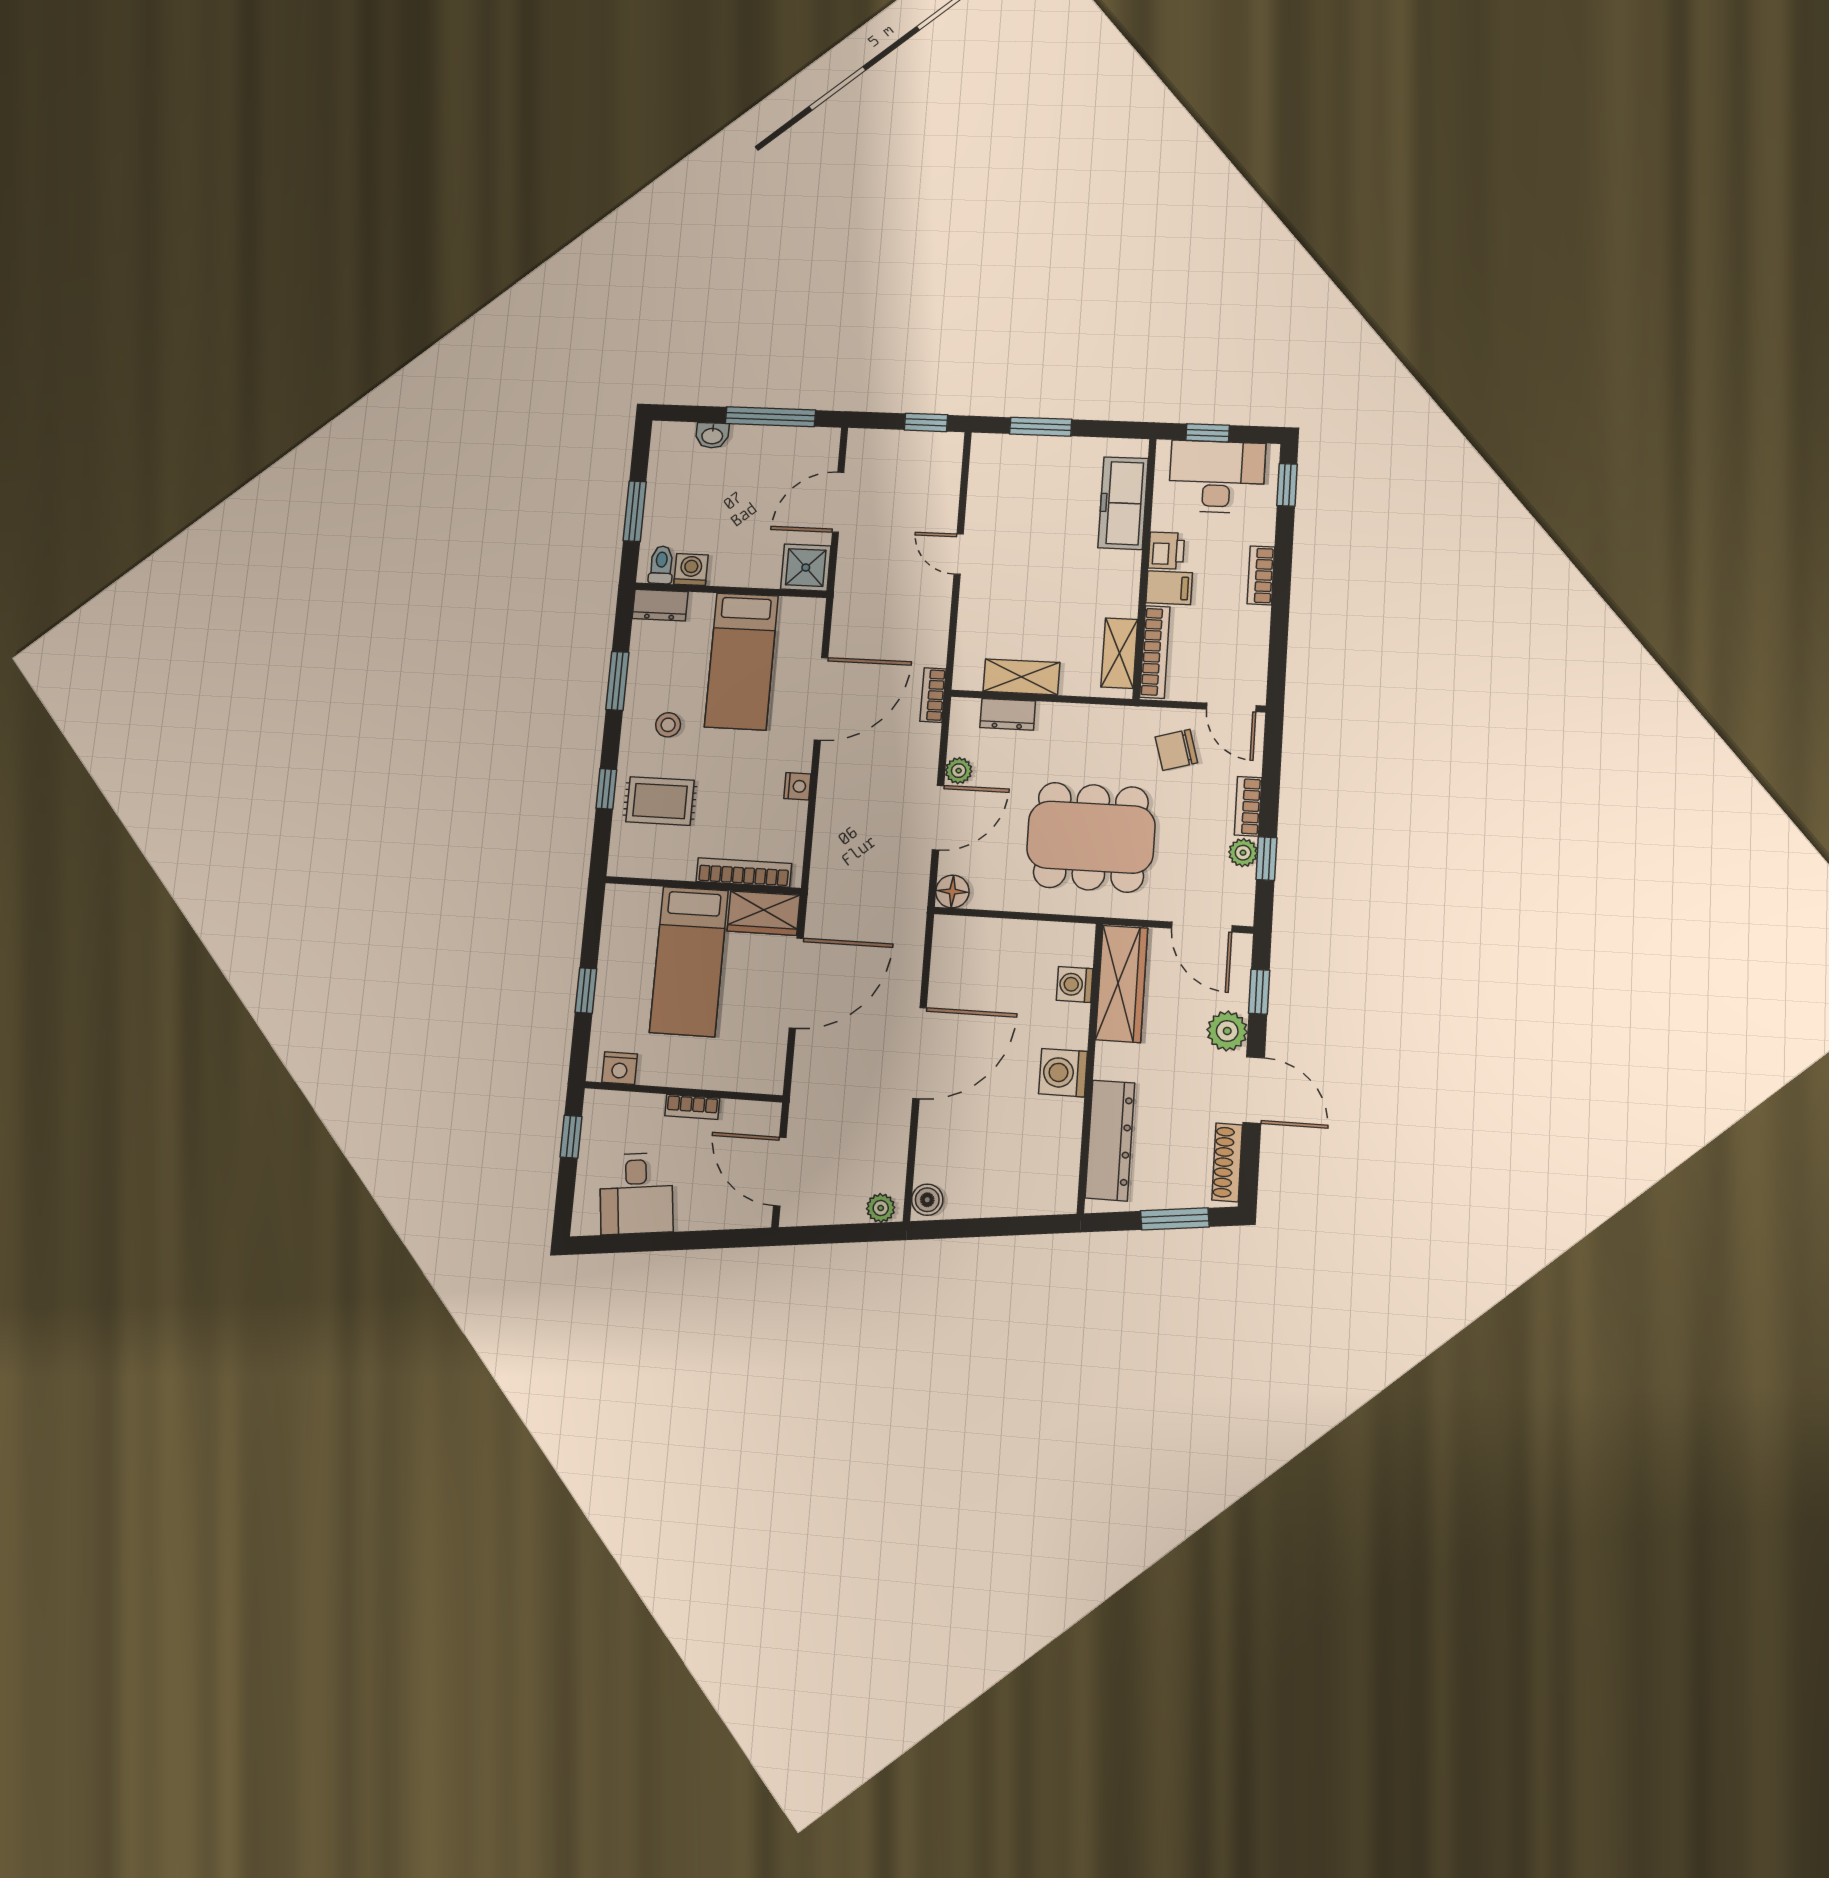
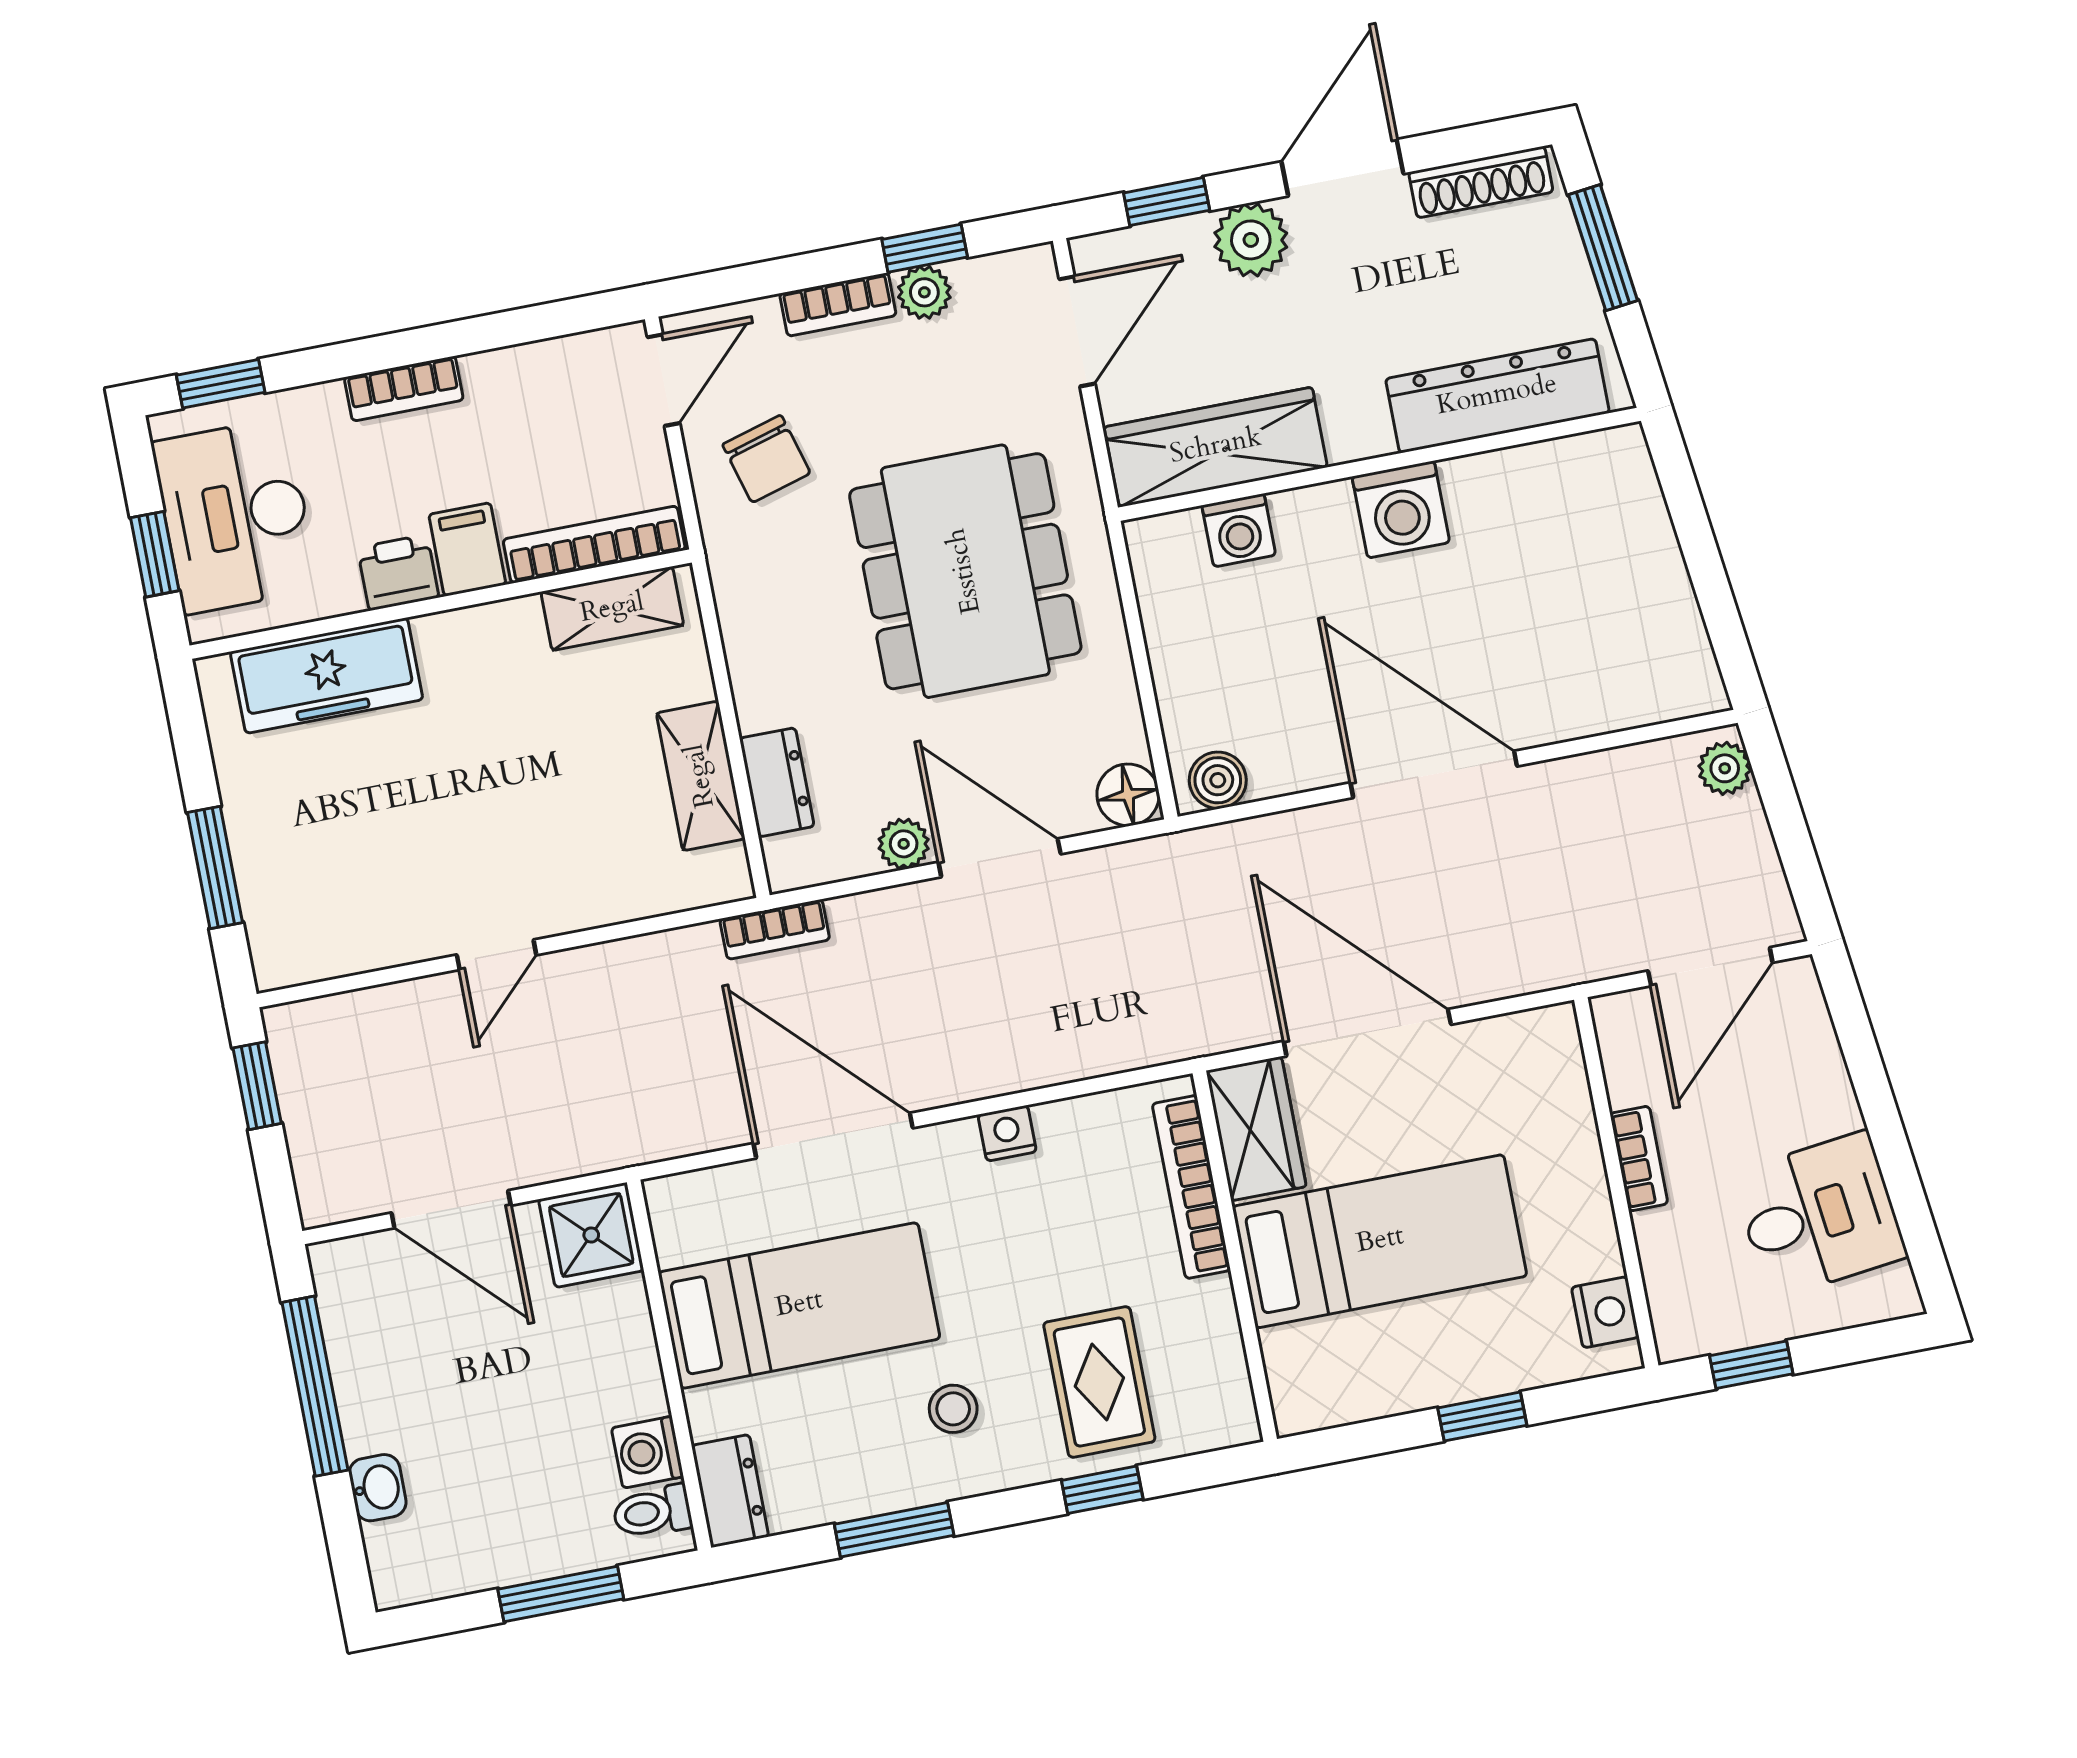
boiler: (927, 1200) -> (1218, 780), moved

